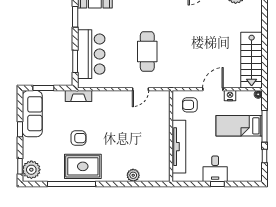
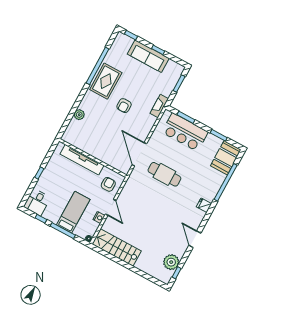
door: (140, 89) -> (139, 154), width x1.87
sofa: (32, 114) -> (148, 56), moved
armchair: (78, 138) -> (124, 106), moved
desk: (215, 169) -> (37, 202), moved, turned -90
plant: (31, 170) -> (124, 42), removed

